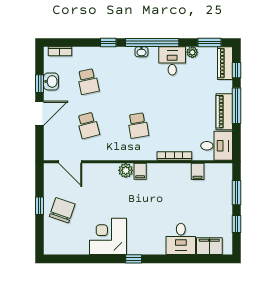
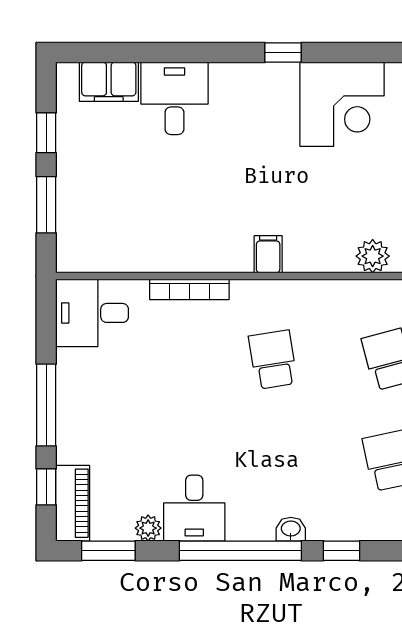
washbasin: (141, 52) -> (291, 529), moved
piano: (224, 112) -> (74, 391), removed
plant: (126, 170) -> (373, 256), moved
filing cabinet: (198, 171) -> (136, 254), removed

